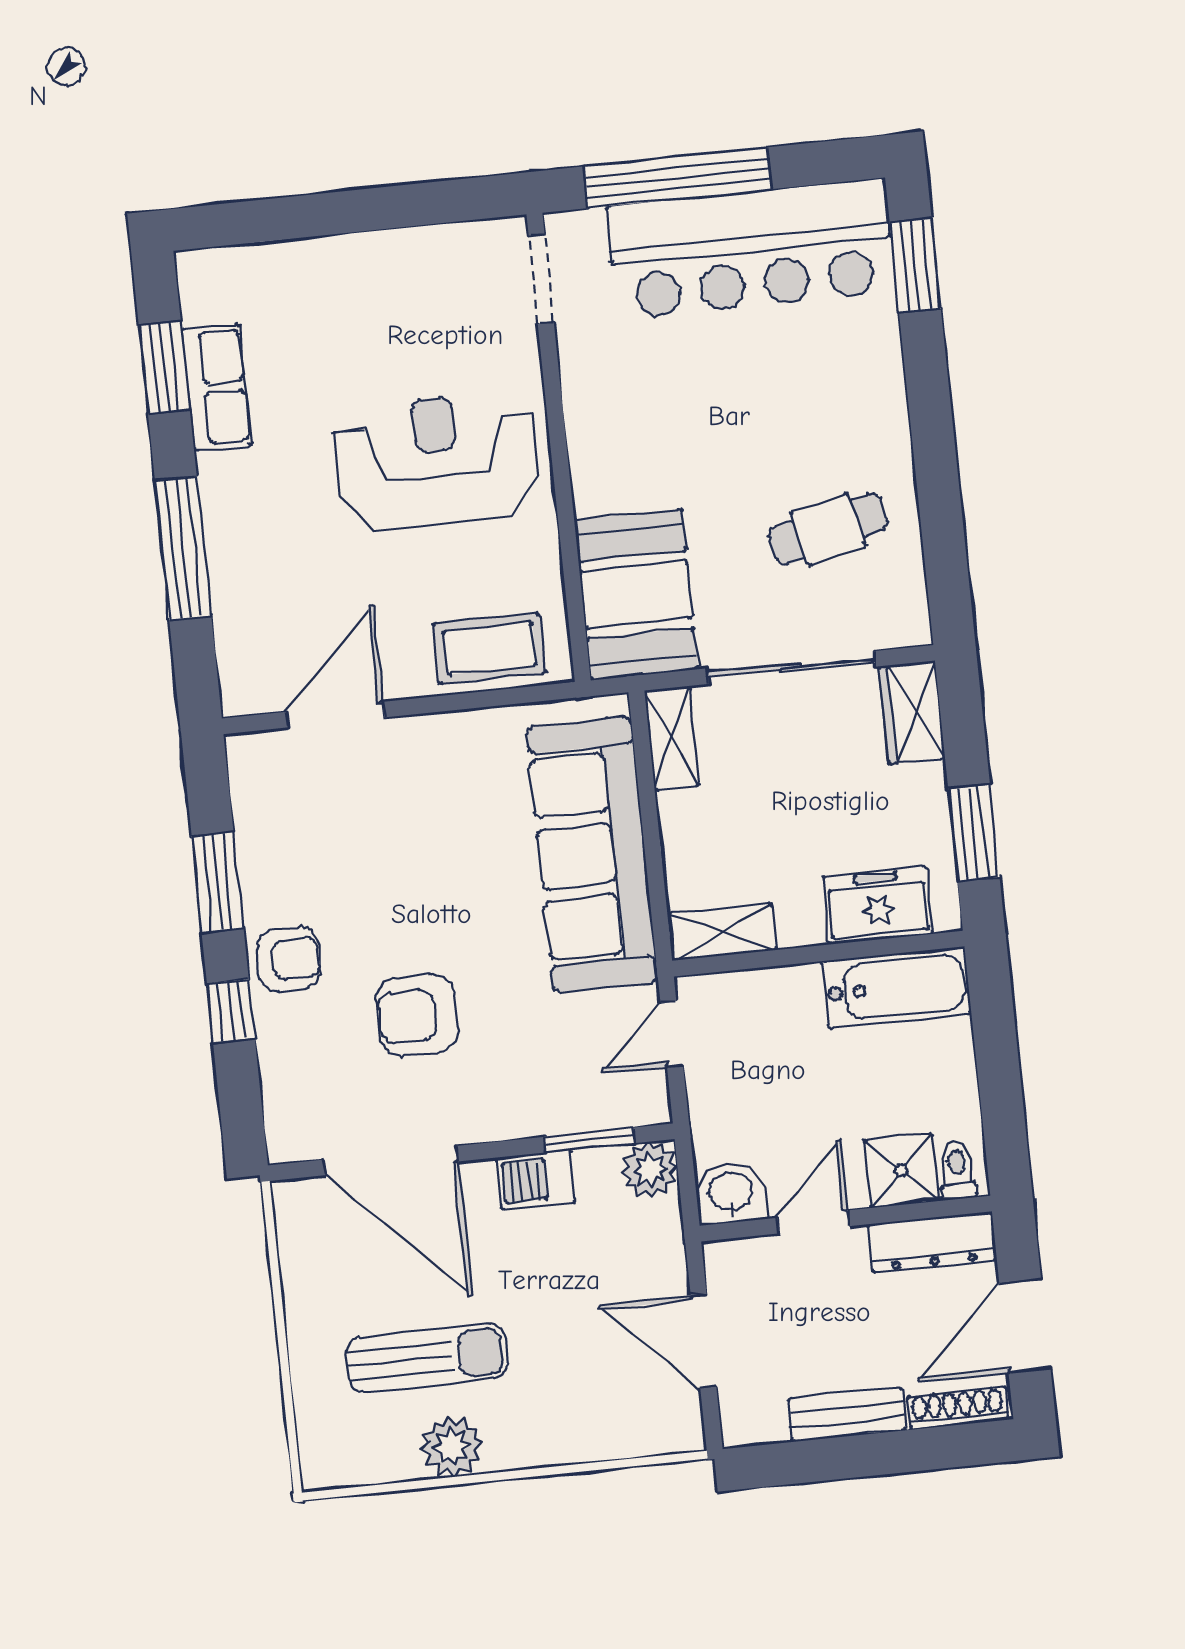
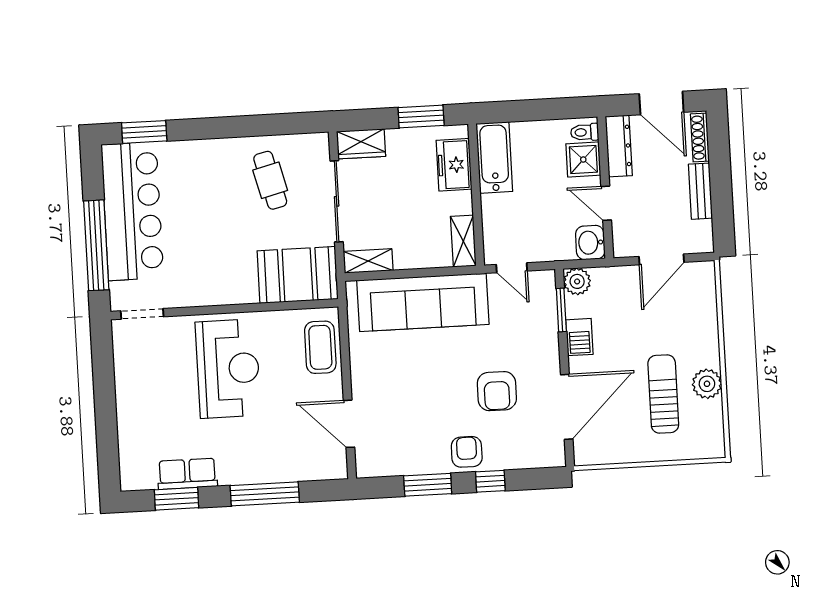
reception desk: (437, 461) -> (228, 369), turned 180

